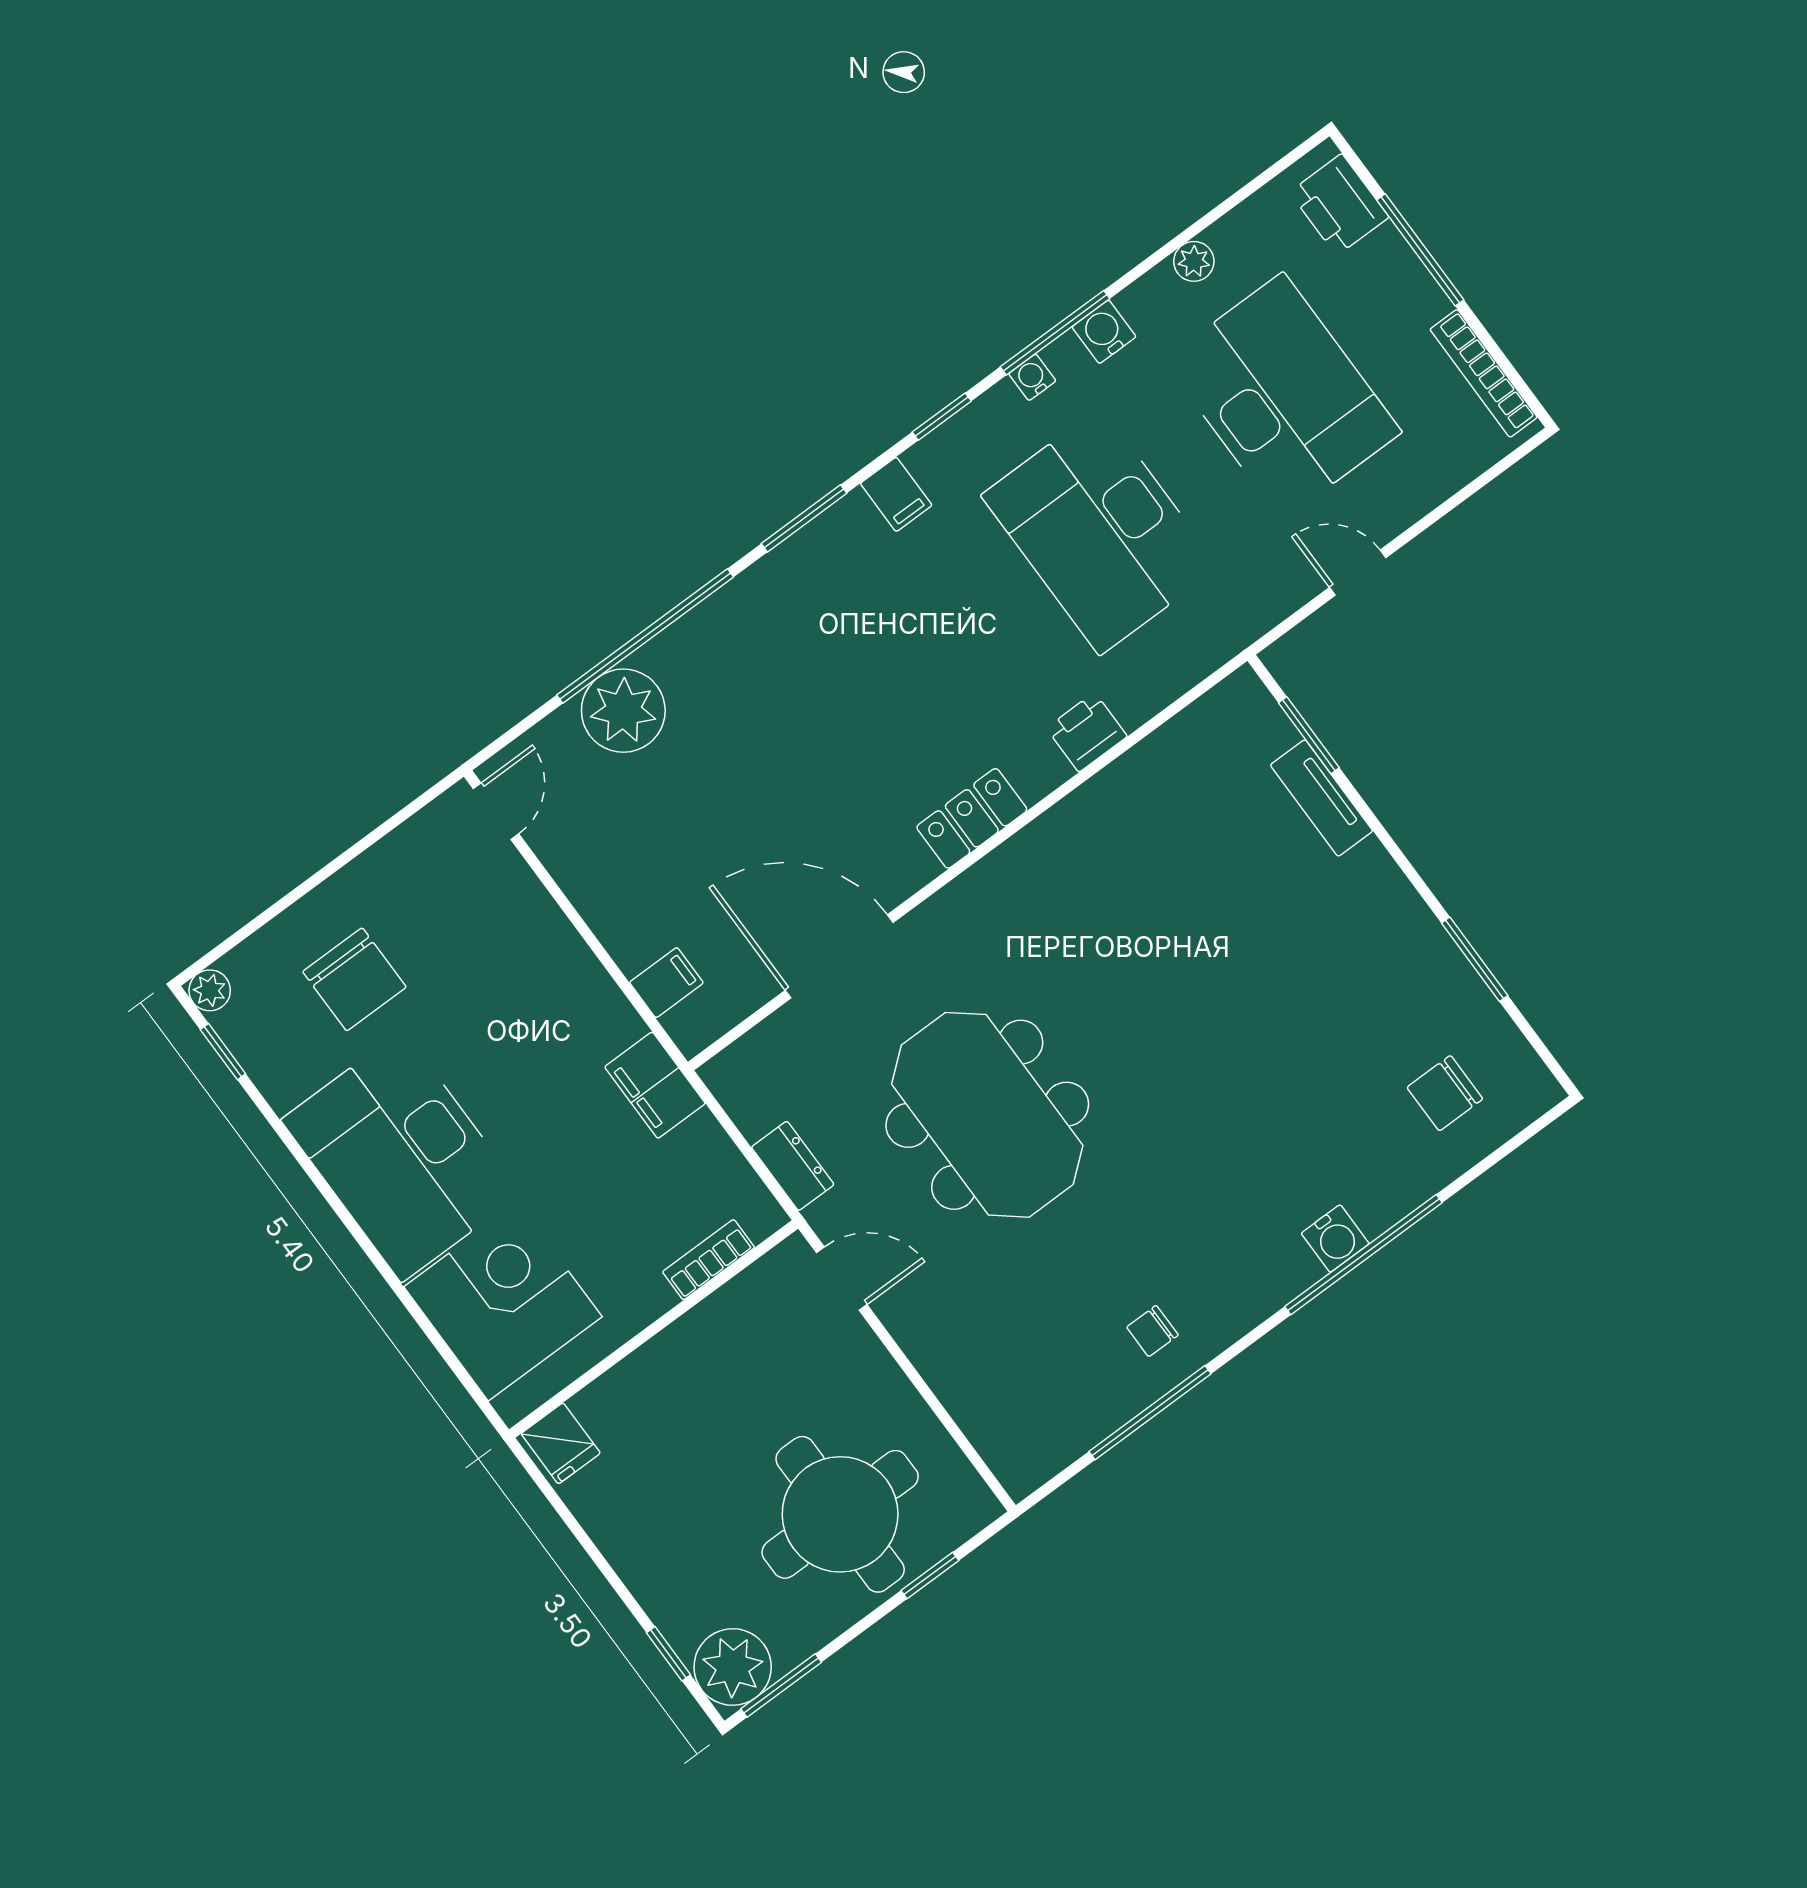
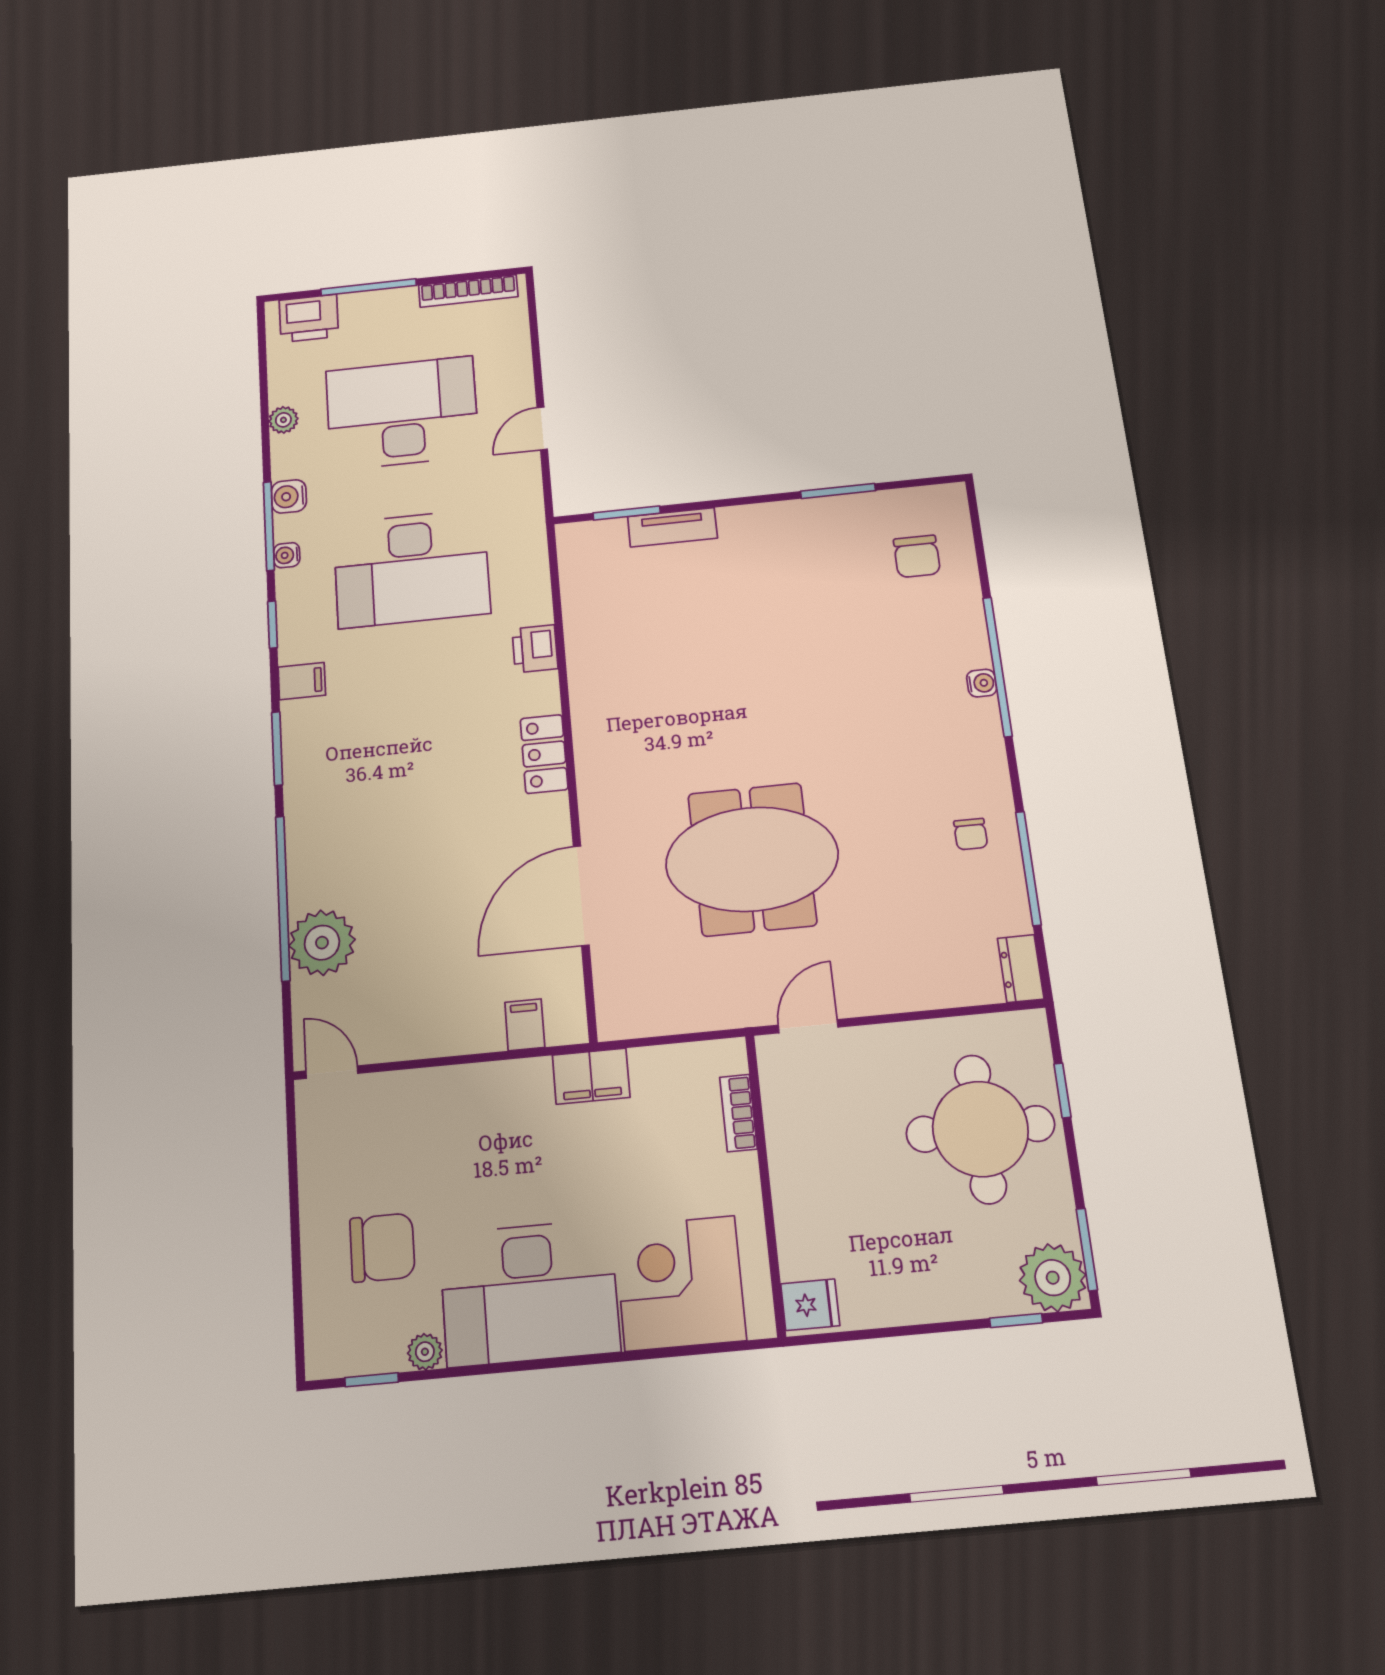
plant: (210, 990) -> (425, 1352), moved
dresser: (793, 1166) -> (1021, 968), moved, turned -90
water cooler: (1335, 1238) -> (982, 683), width x0.72, depth x0.72

